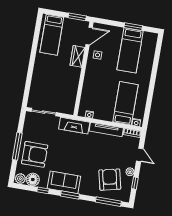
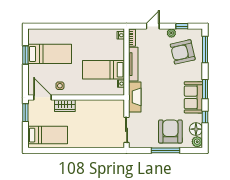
bed: (126, 103) -> (104, 70), moved

